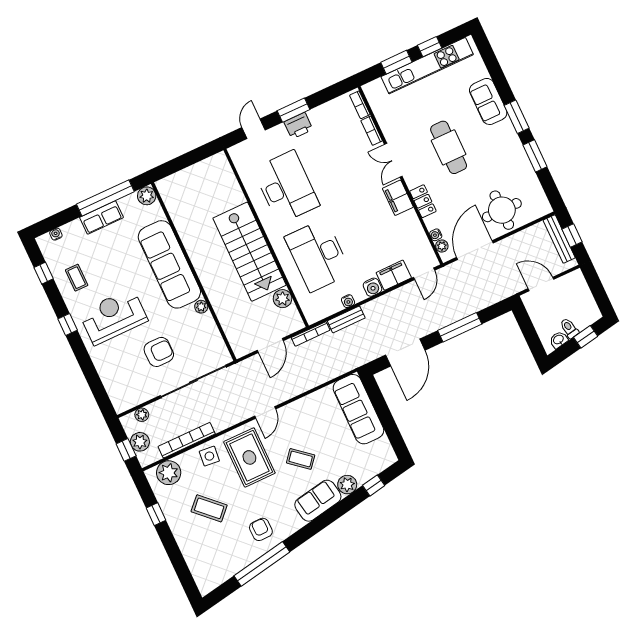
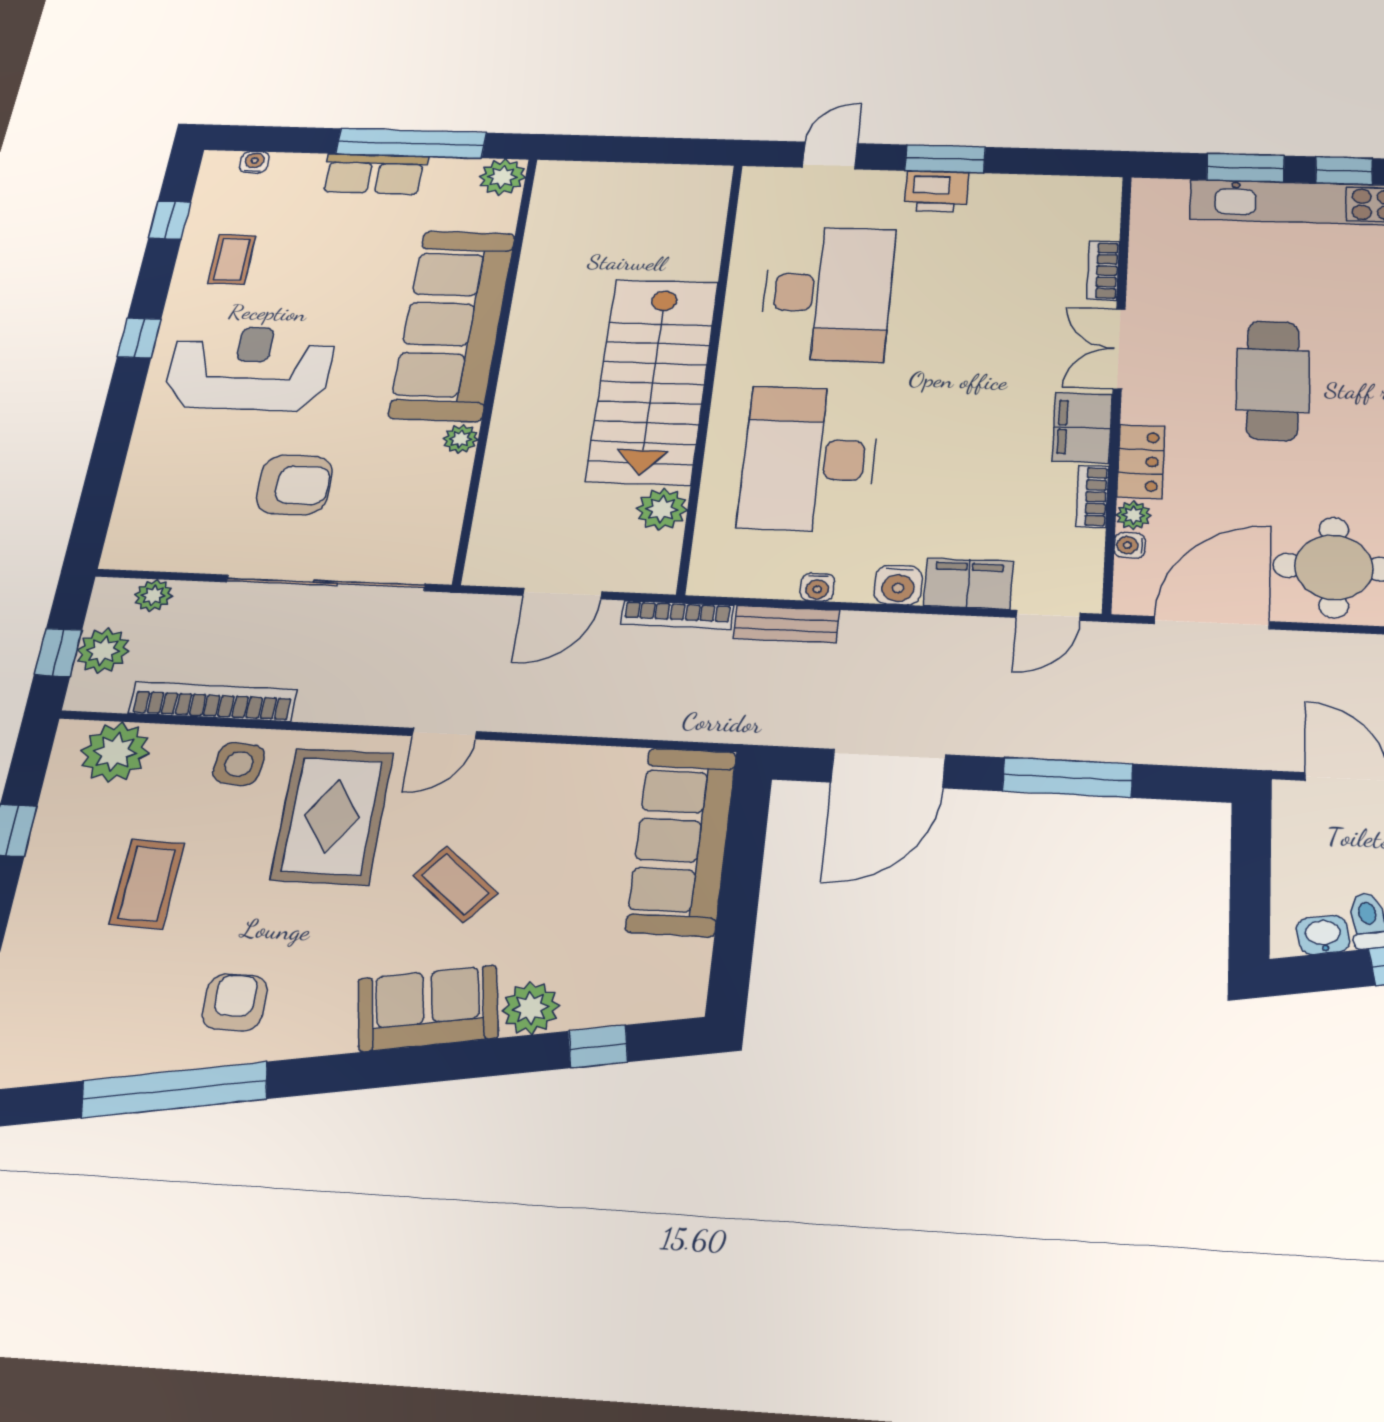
bookcase: (360, 105) -> (1092, 497), moved
plant: (442, 246) -> (1133, 515), moved
coffee table: (209, 508) -> (147, 884), turned 48

